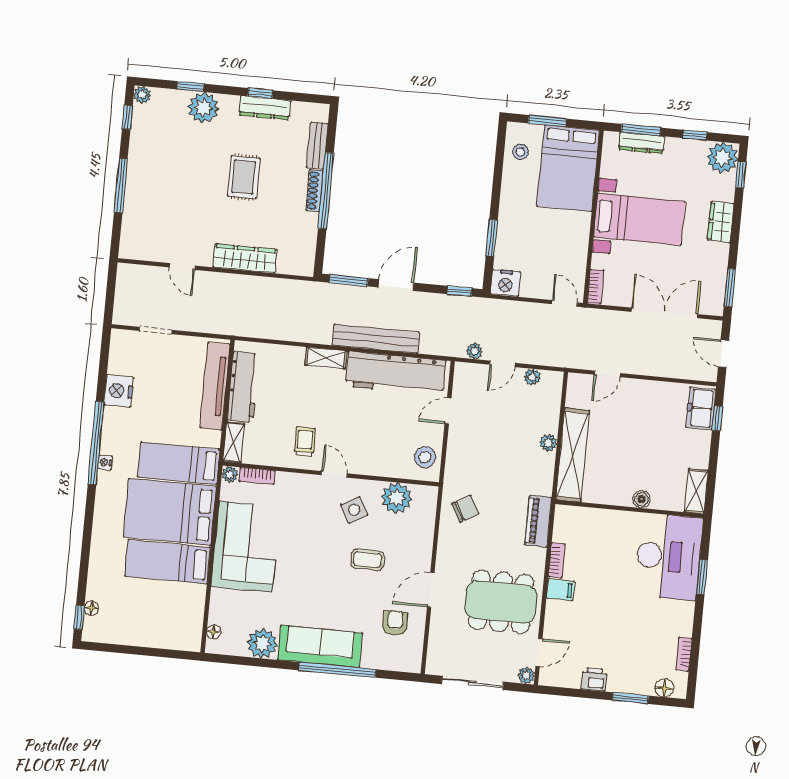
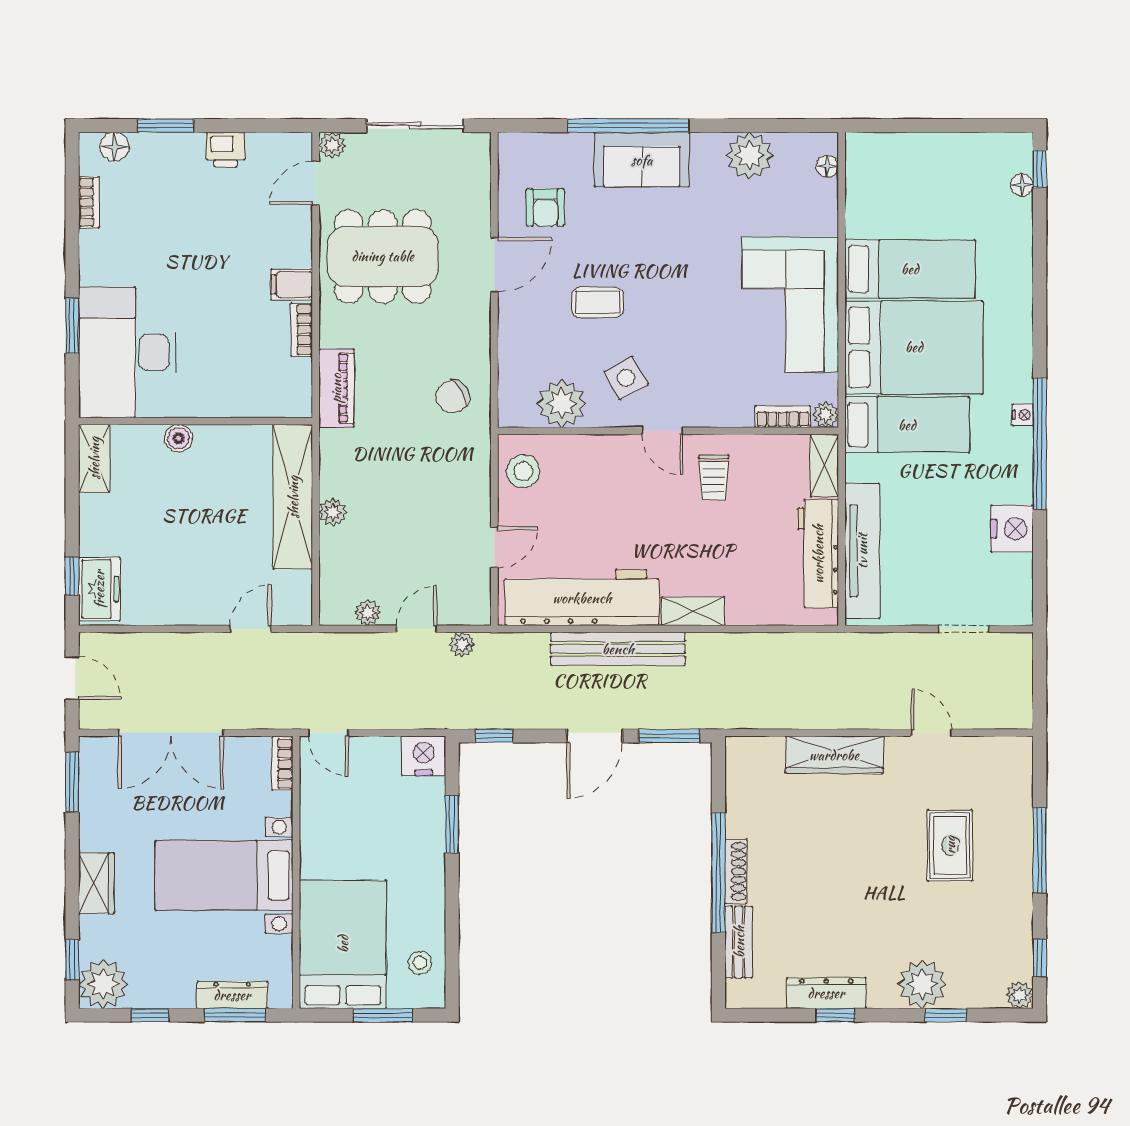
rug: (244, 177) -> (950, 845), moved
sofa: (320, 646) -> (642, 160), width x0.73

